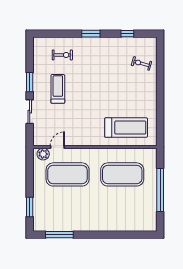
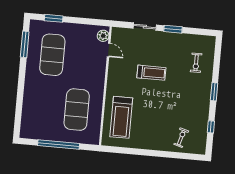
treadmill: (58, 89) -> (151, 73), moved
exercise mat: (68, 174) -> (52, 55), moved

